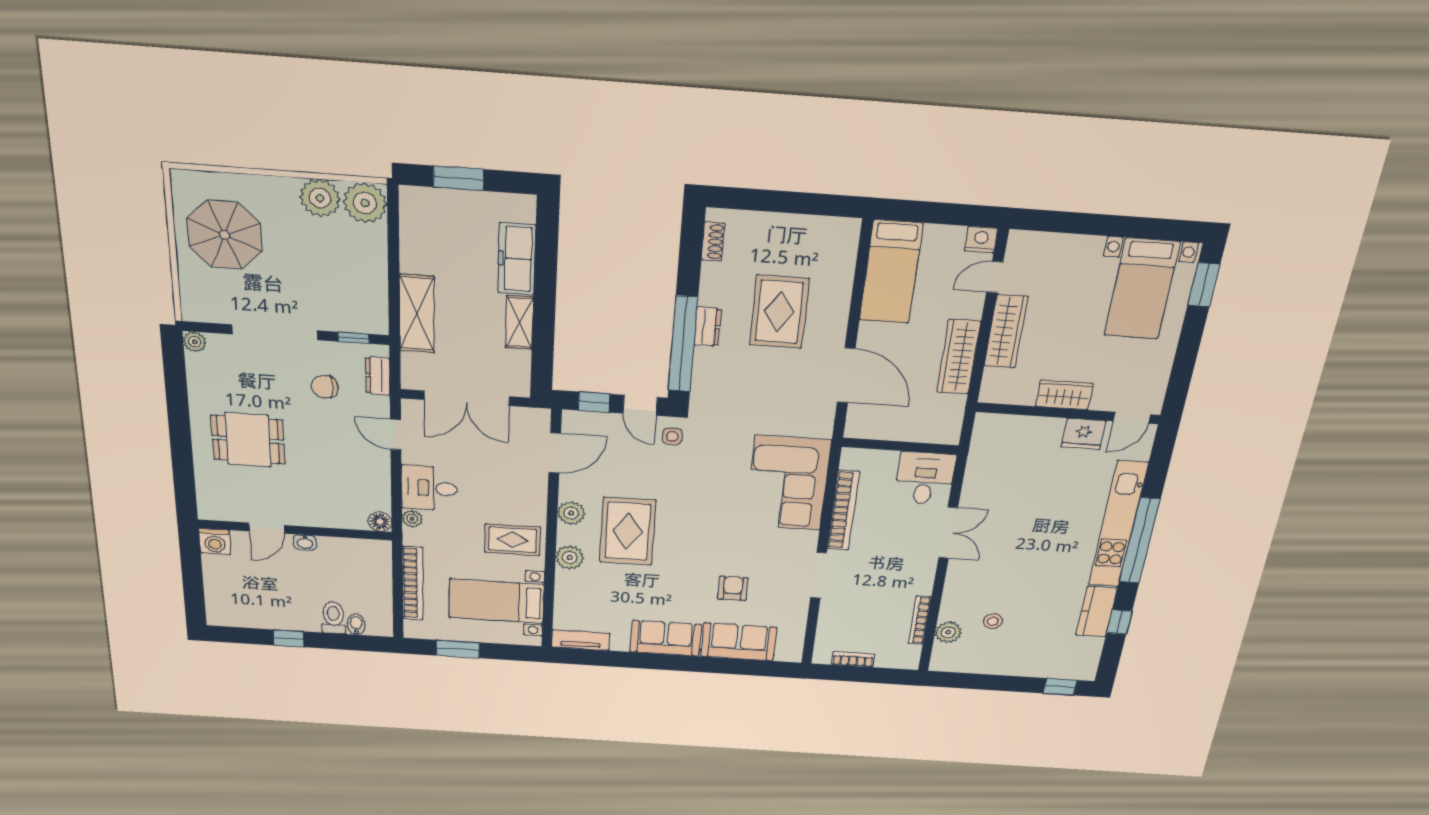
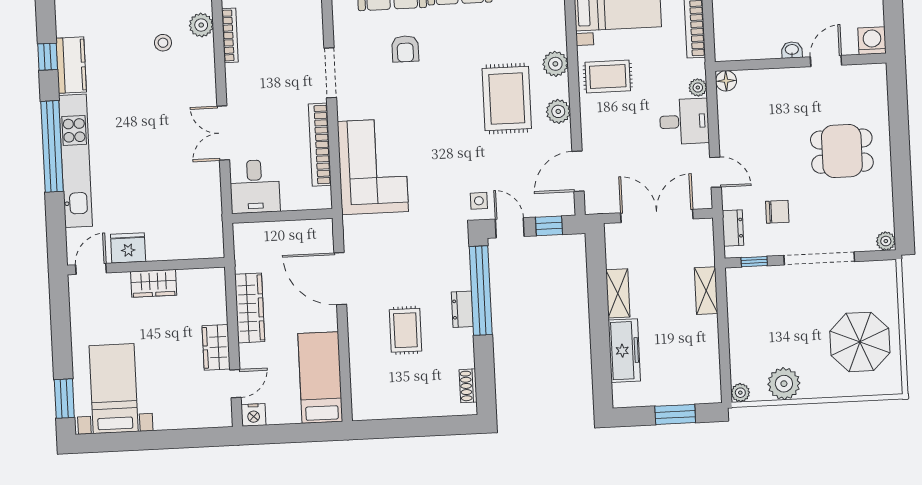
plant: (365, 203) -> (740, 393), width x0.53, depth x0.53
rug: (779, 312) -> (405, 330), width x0.73, depth x0.70
shelving: (417, 314) -> (706, 291), width x0.67, depth x0.75
wardrobe: (1006, 331) -> (216, 347), width x0.67

